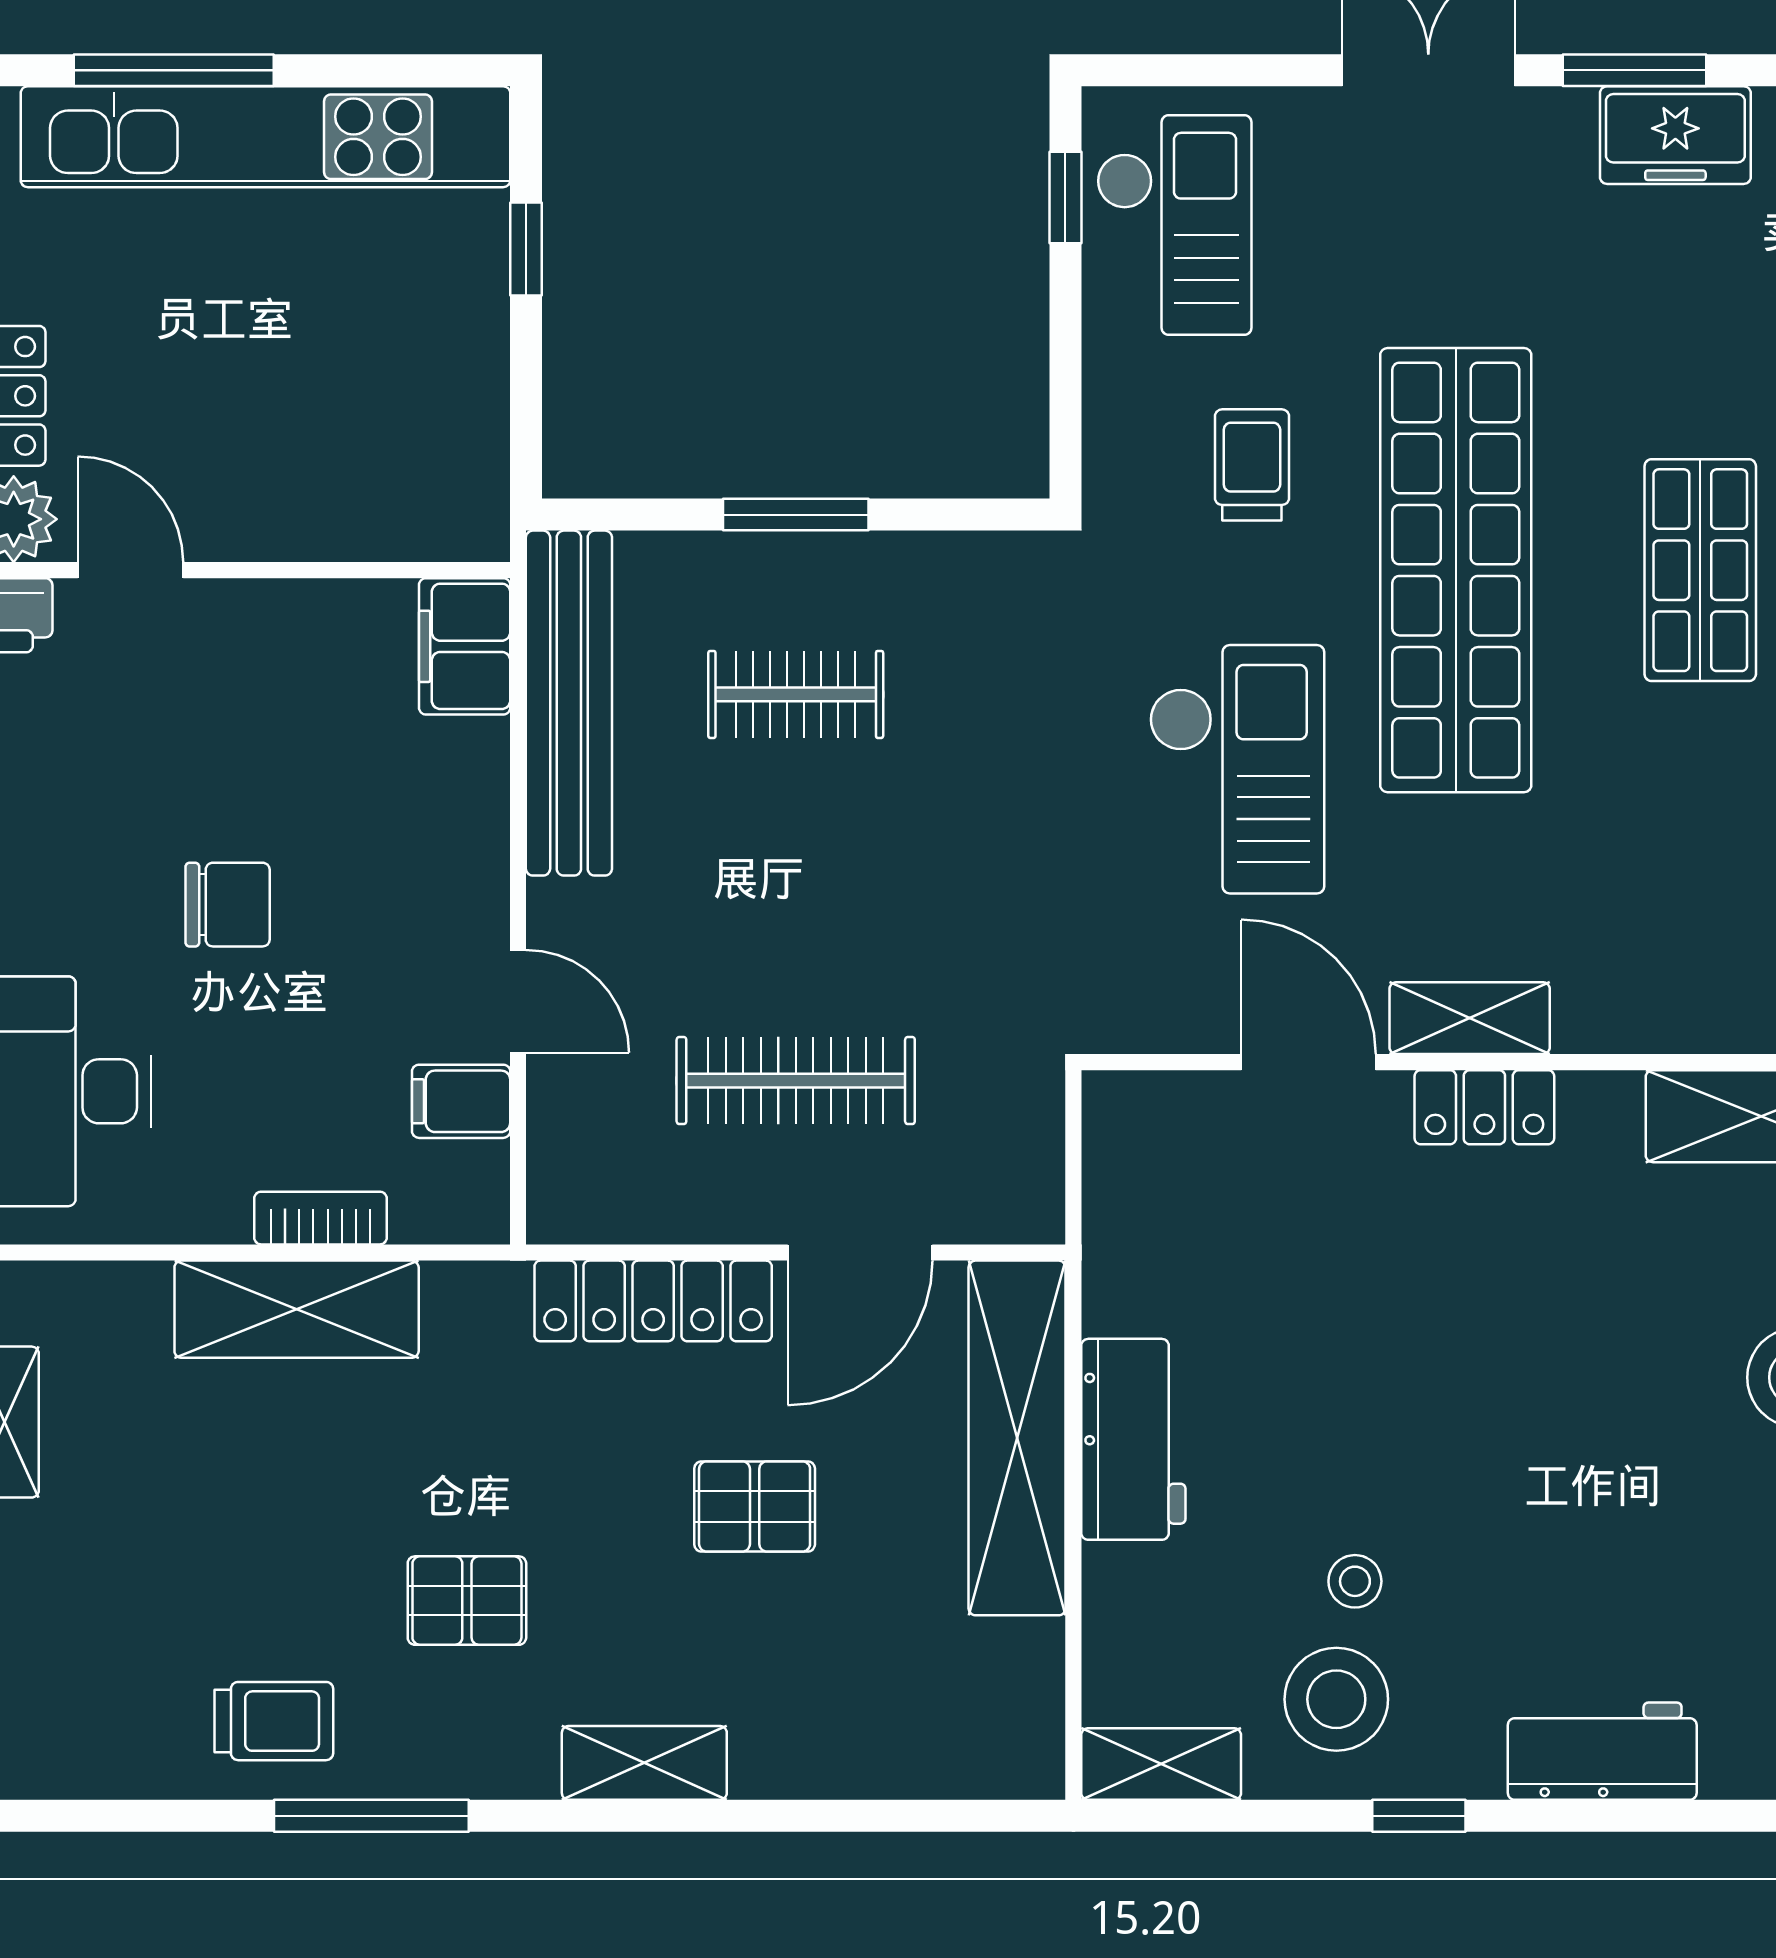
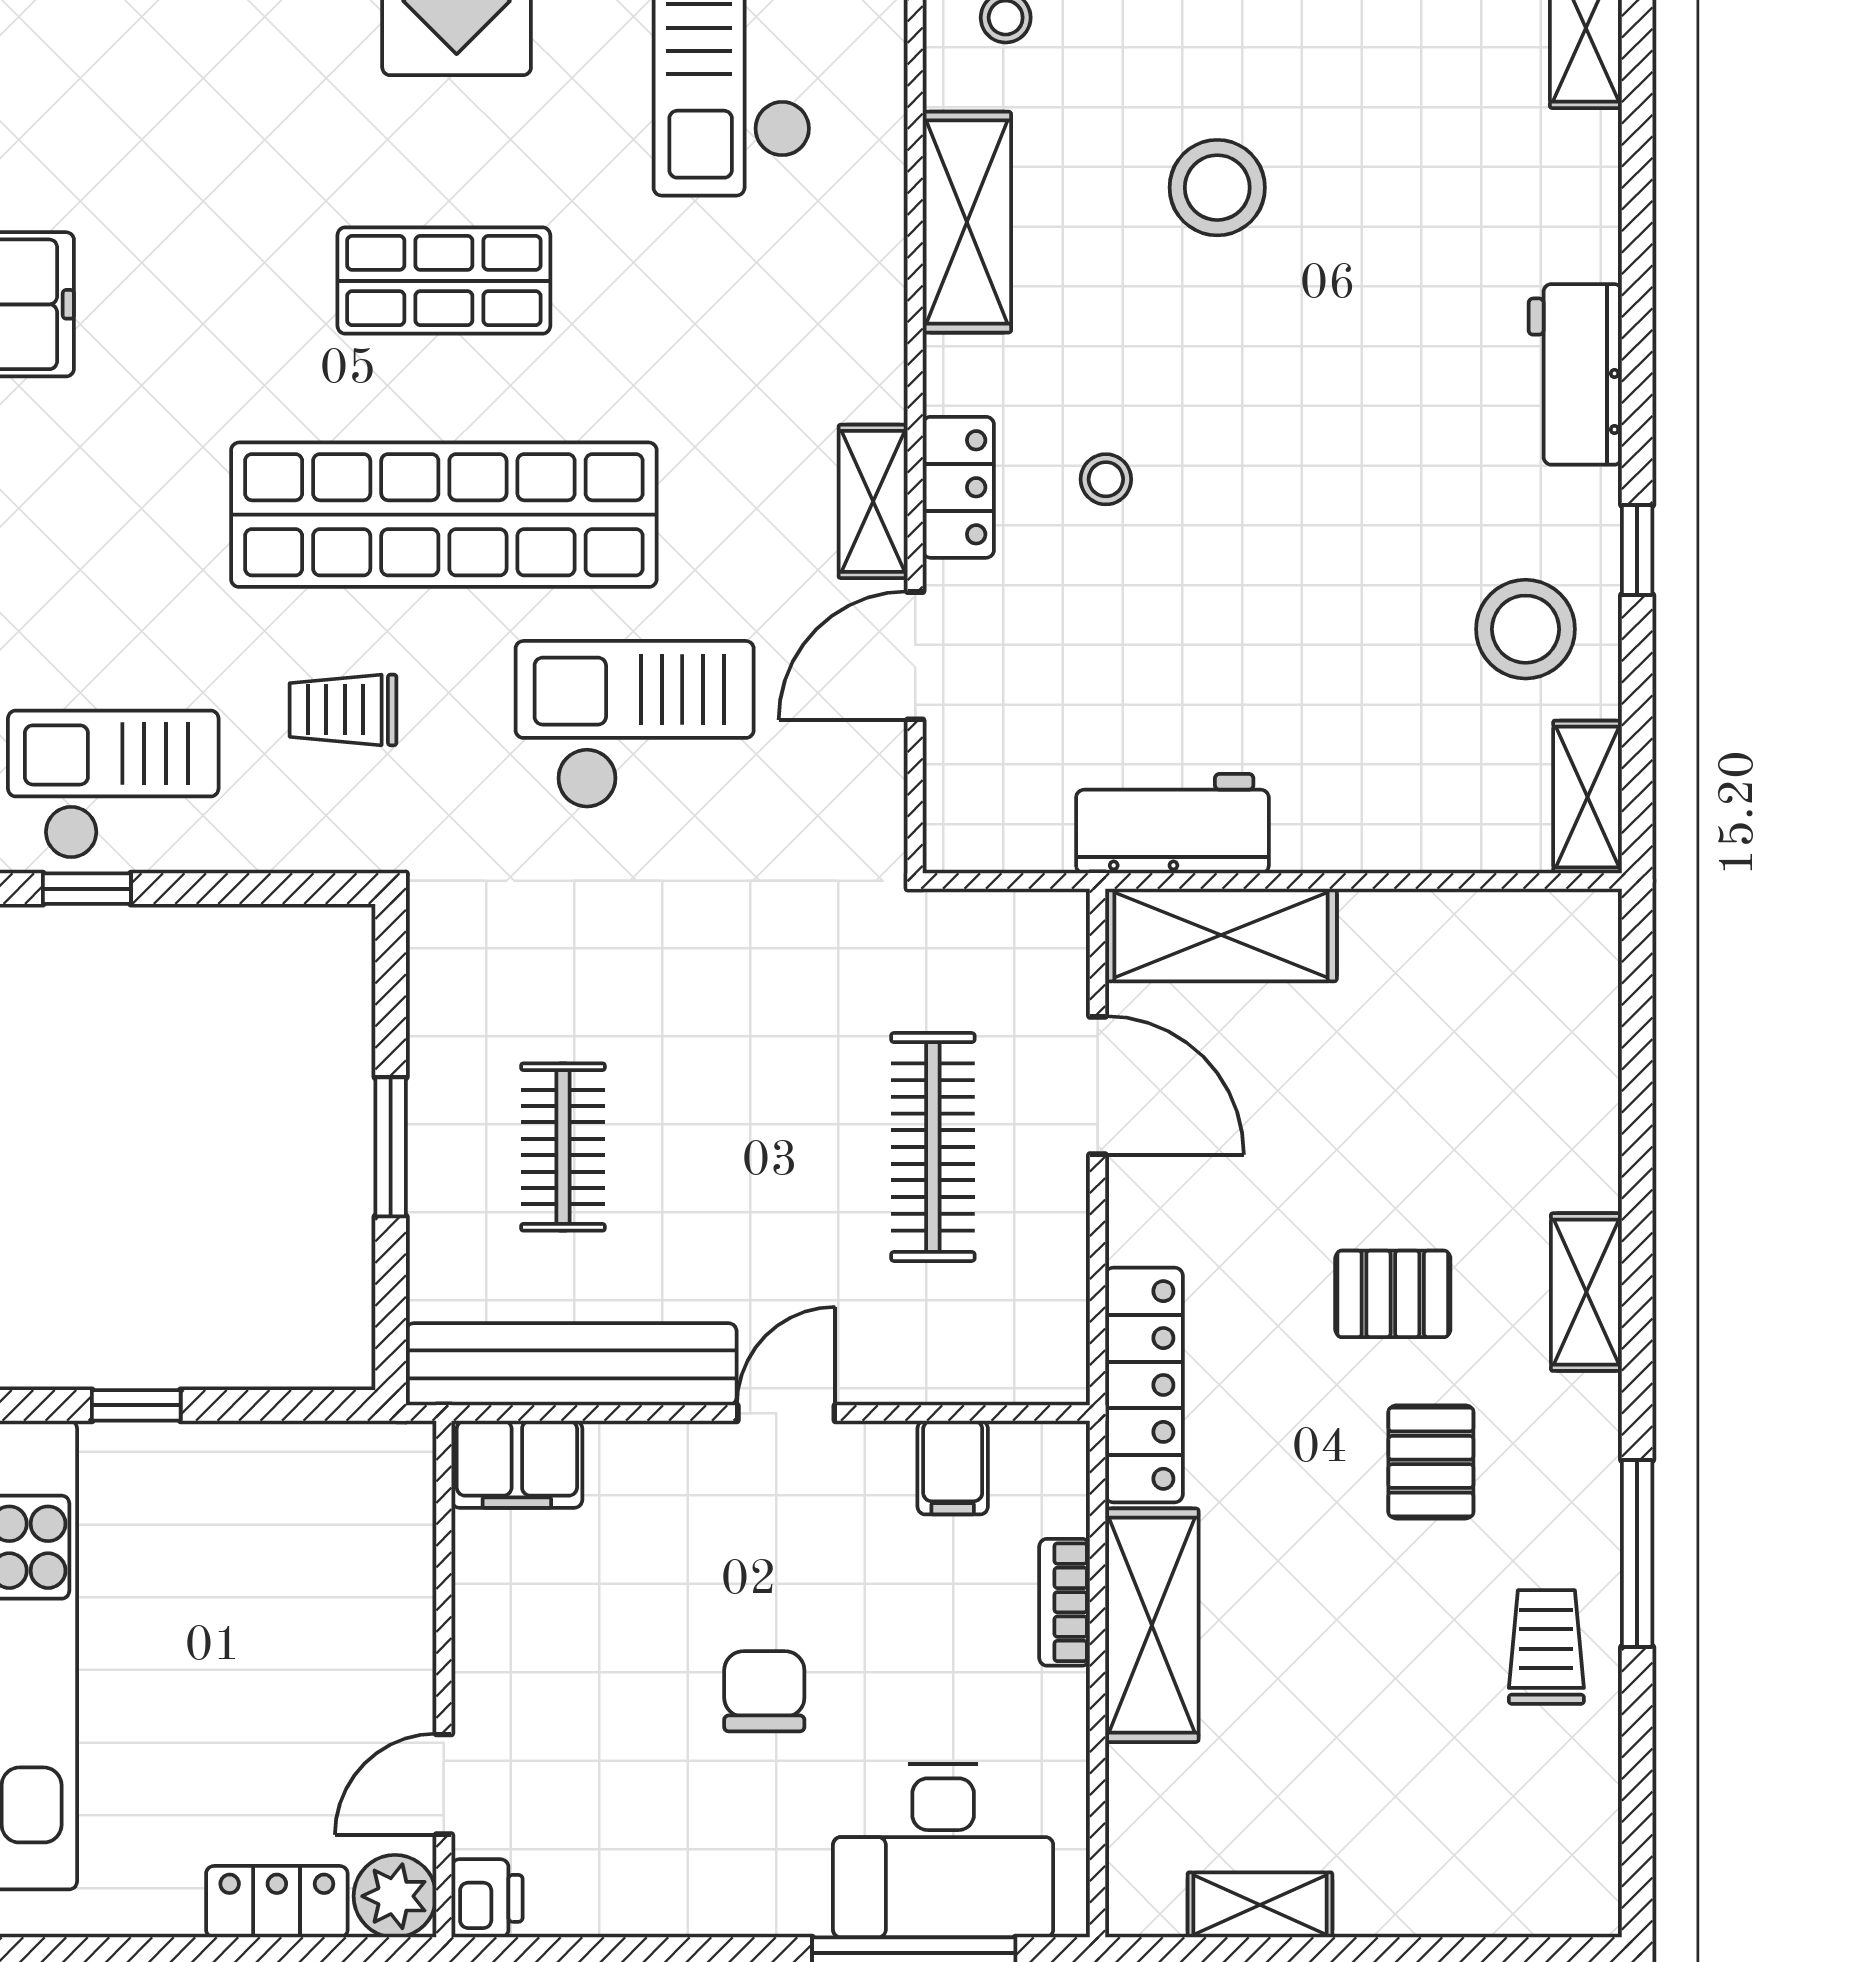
door: (518, 1001) -> (786, 1413), moved
locker: (653, 1301) -> (1144, 1385), moved
shelving: (1017, 1438) -> (1221, 935), width x0.68
workbench: (1133, 1439) -> (1172, 824), moved
pallet: (755, 1506) -> (1393, 1294), moved, turned 90
stool: (1355, 1581) -> (1106, 479), moved

